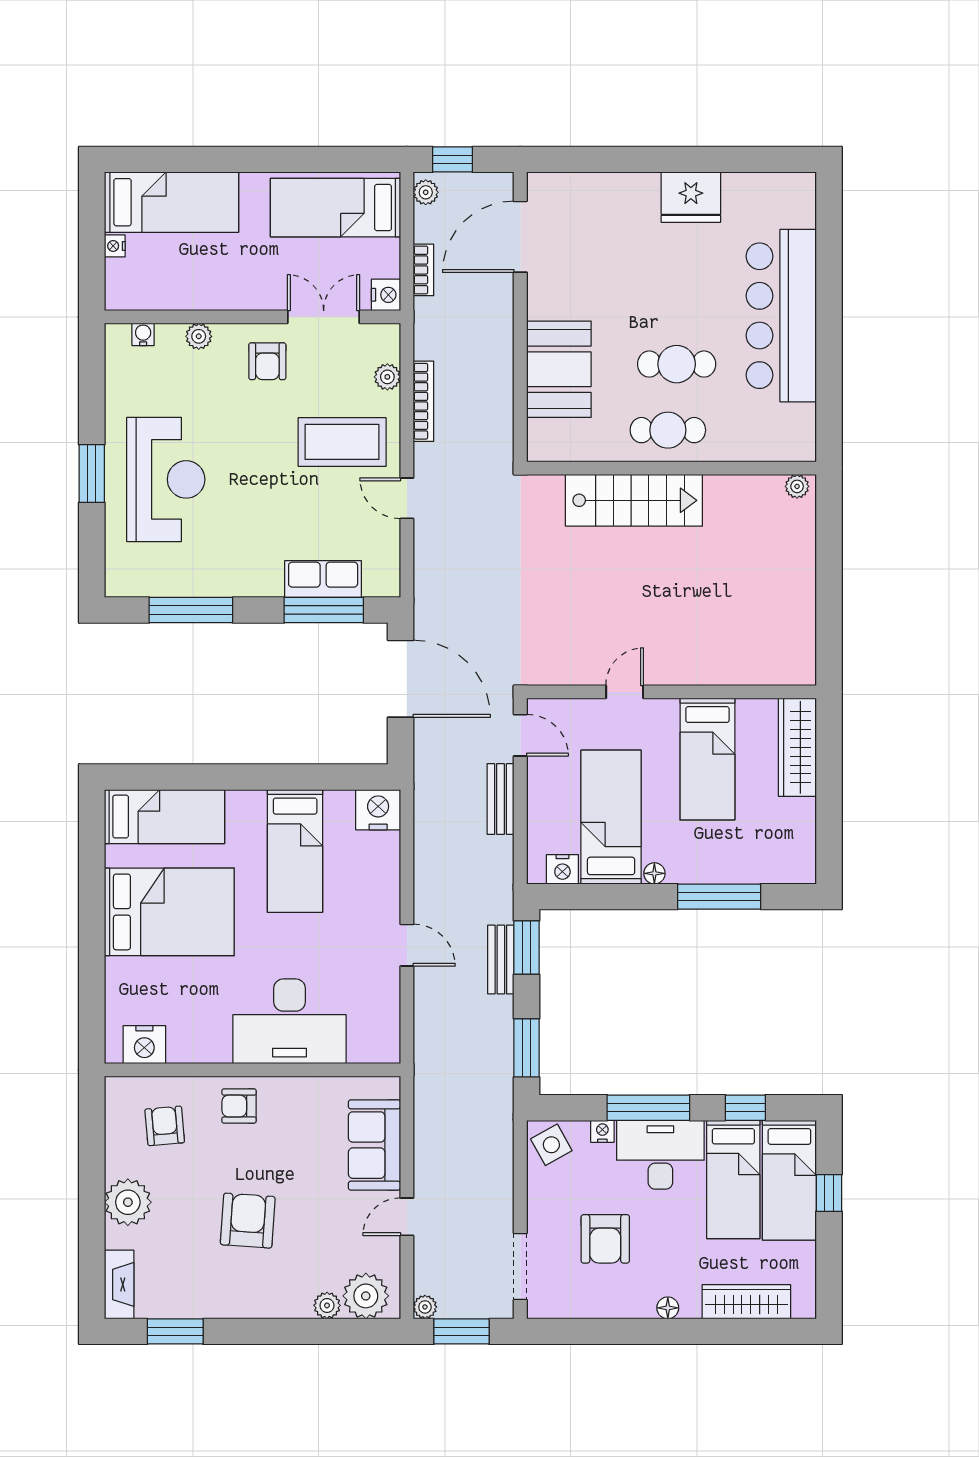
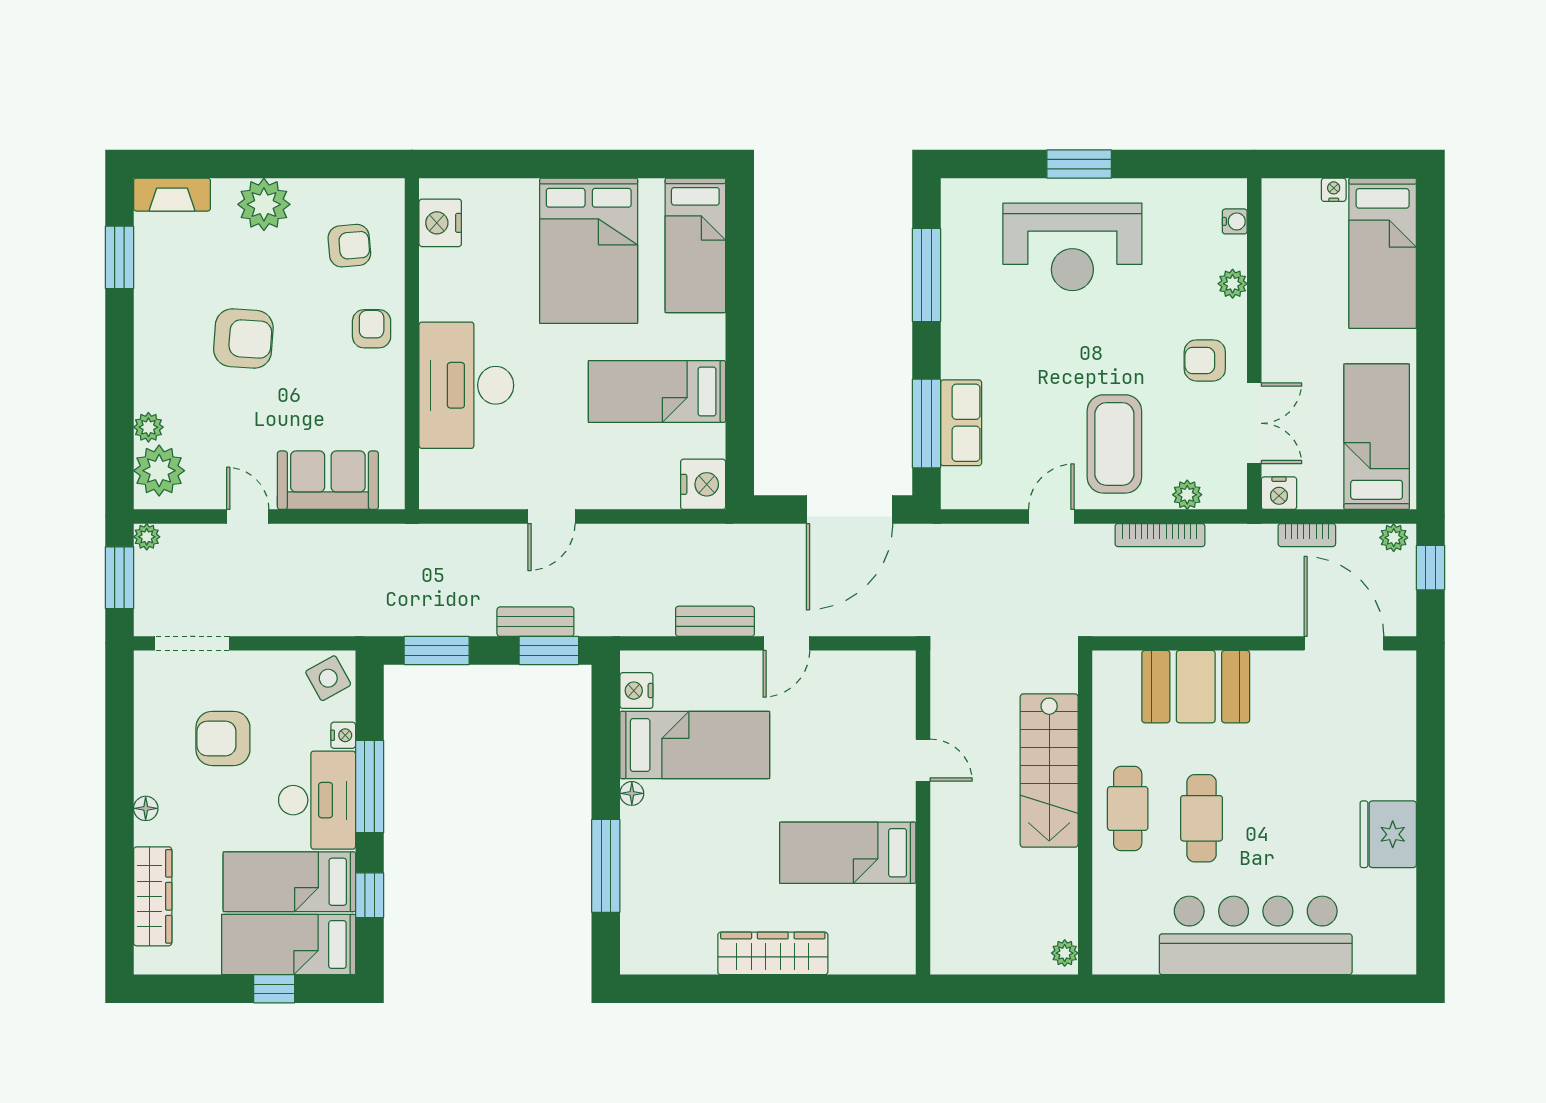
door: (625, 692) -> (923, 760), moved
wall: (671, 692) -> (923, 813), moved
bed: (707, 759) -> (848, 853), moved

